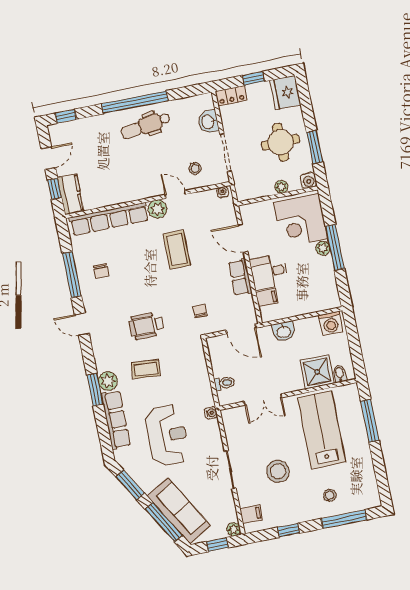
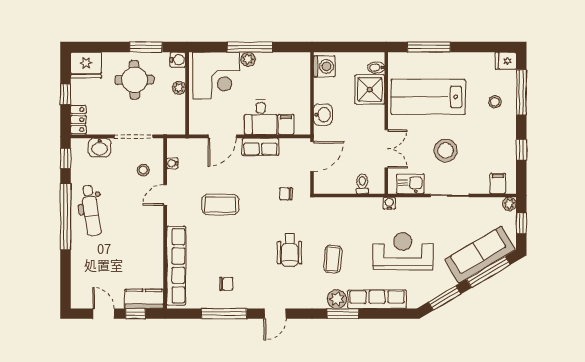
window: (66, 116) -> (66, 158), moved
water cooler: (223, 192) -> (172, 163), moved
plant: (157, 209) -> (176, 215), removed
kitchen sink: (234, 430) -> (410, 184), added
stool: (278, 471) -> (446, 150), moved
fridge: (372, 498) -> (506, 61), added

